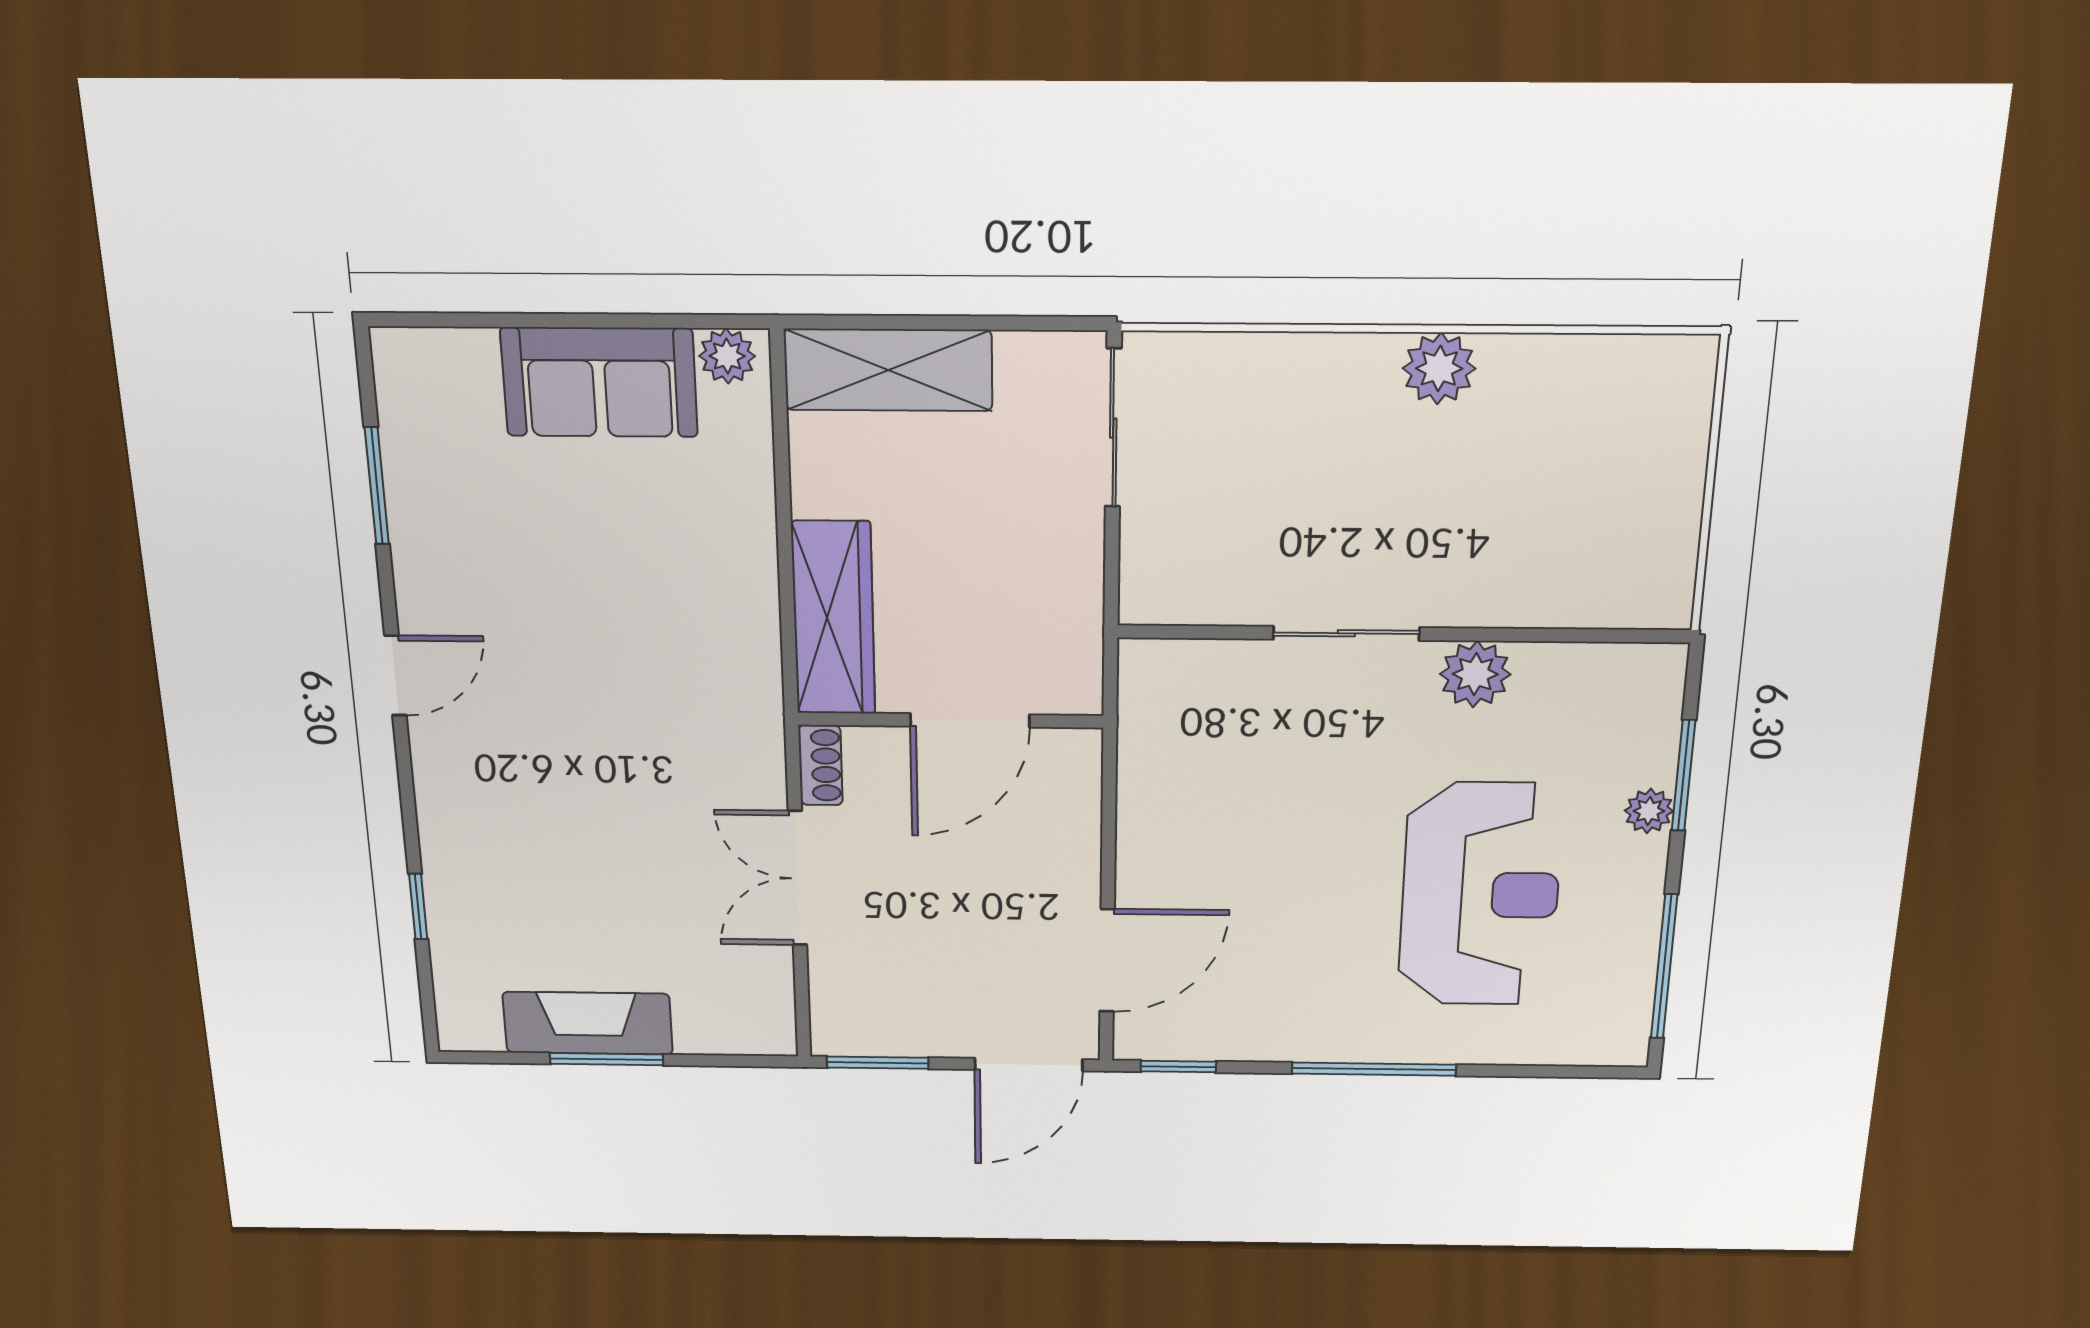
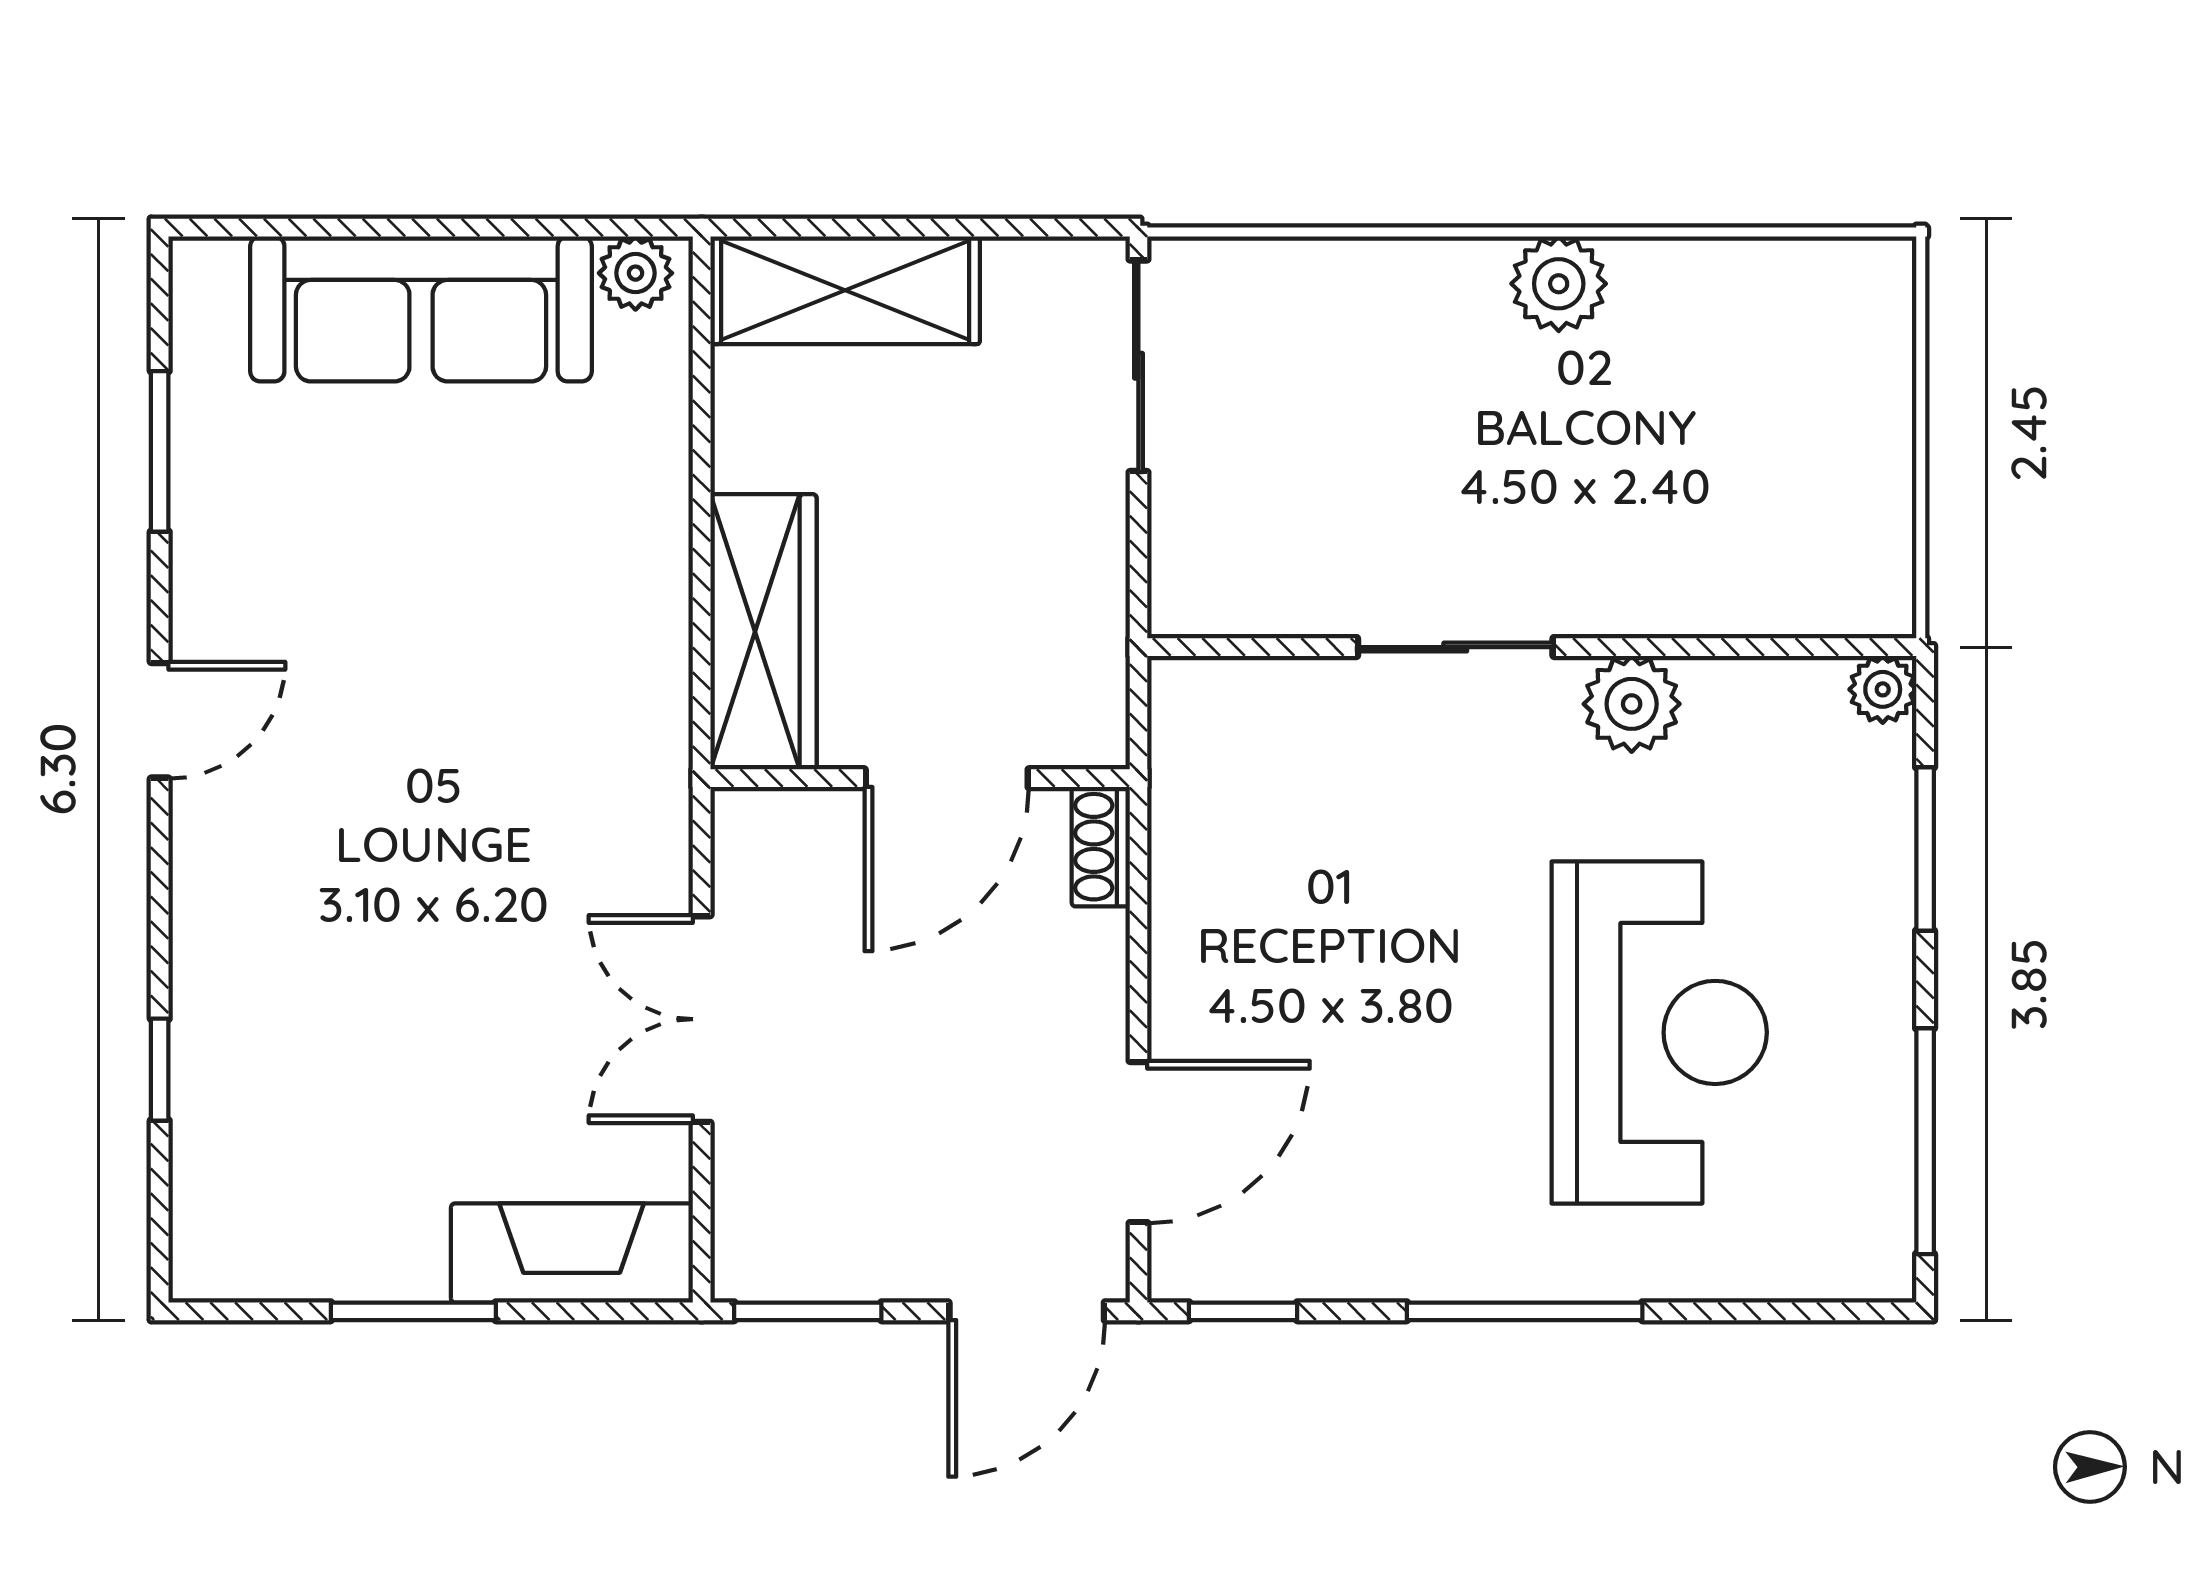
sofa: (599, 382) -> (421, 309), width x1.36
shoe rack: (820, 765) -> (1101, 847), moved, turned 180
plant: (1649, 811) -> (1883, 689), moved
fireplace: (588, 1023) -> (572, 1253), moved

